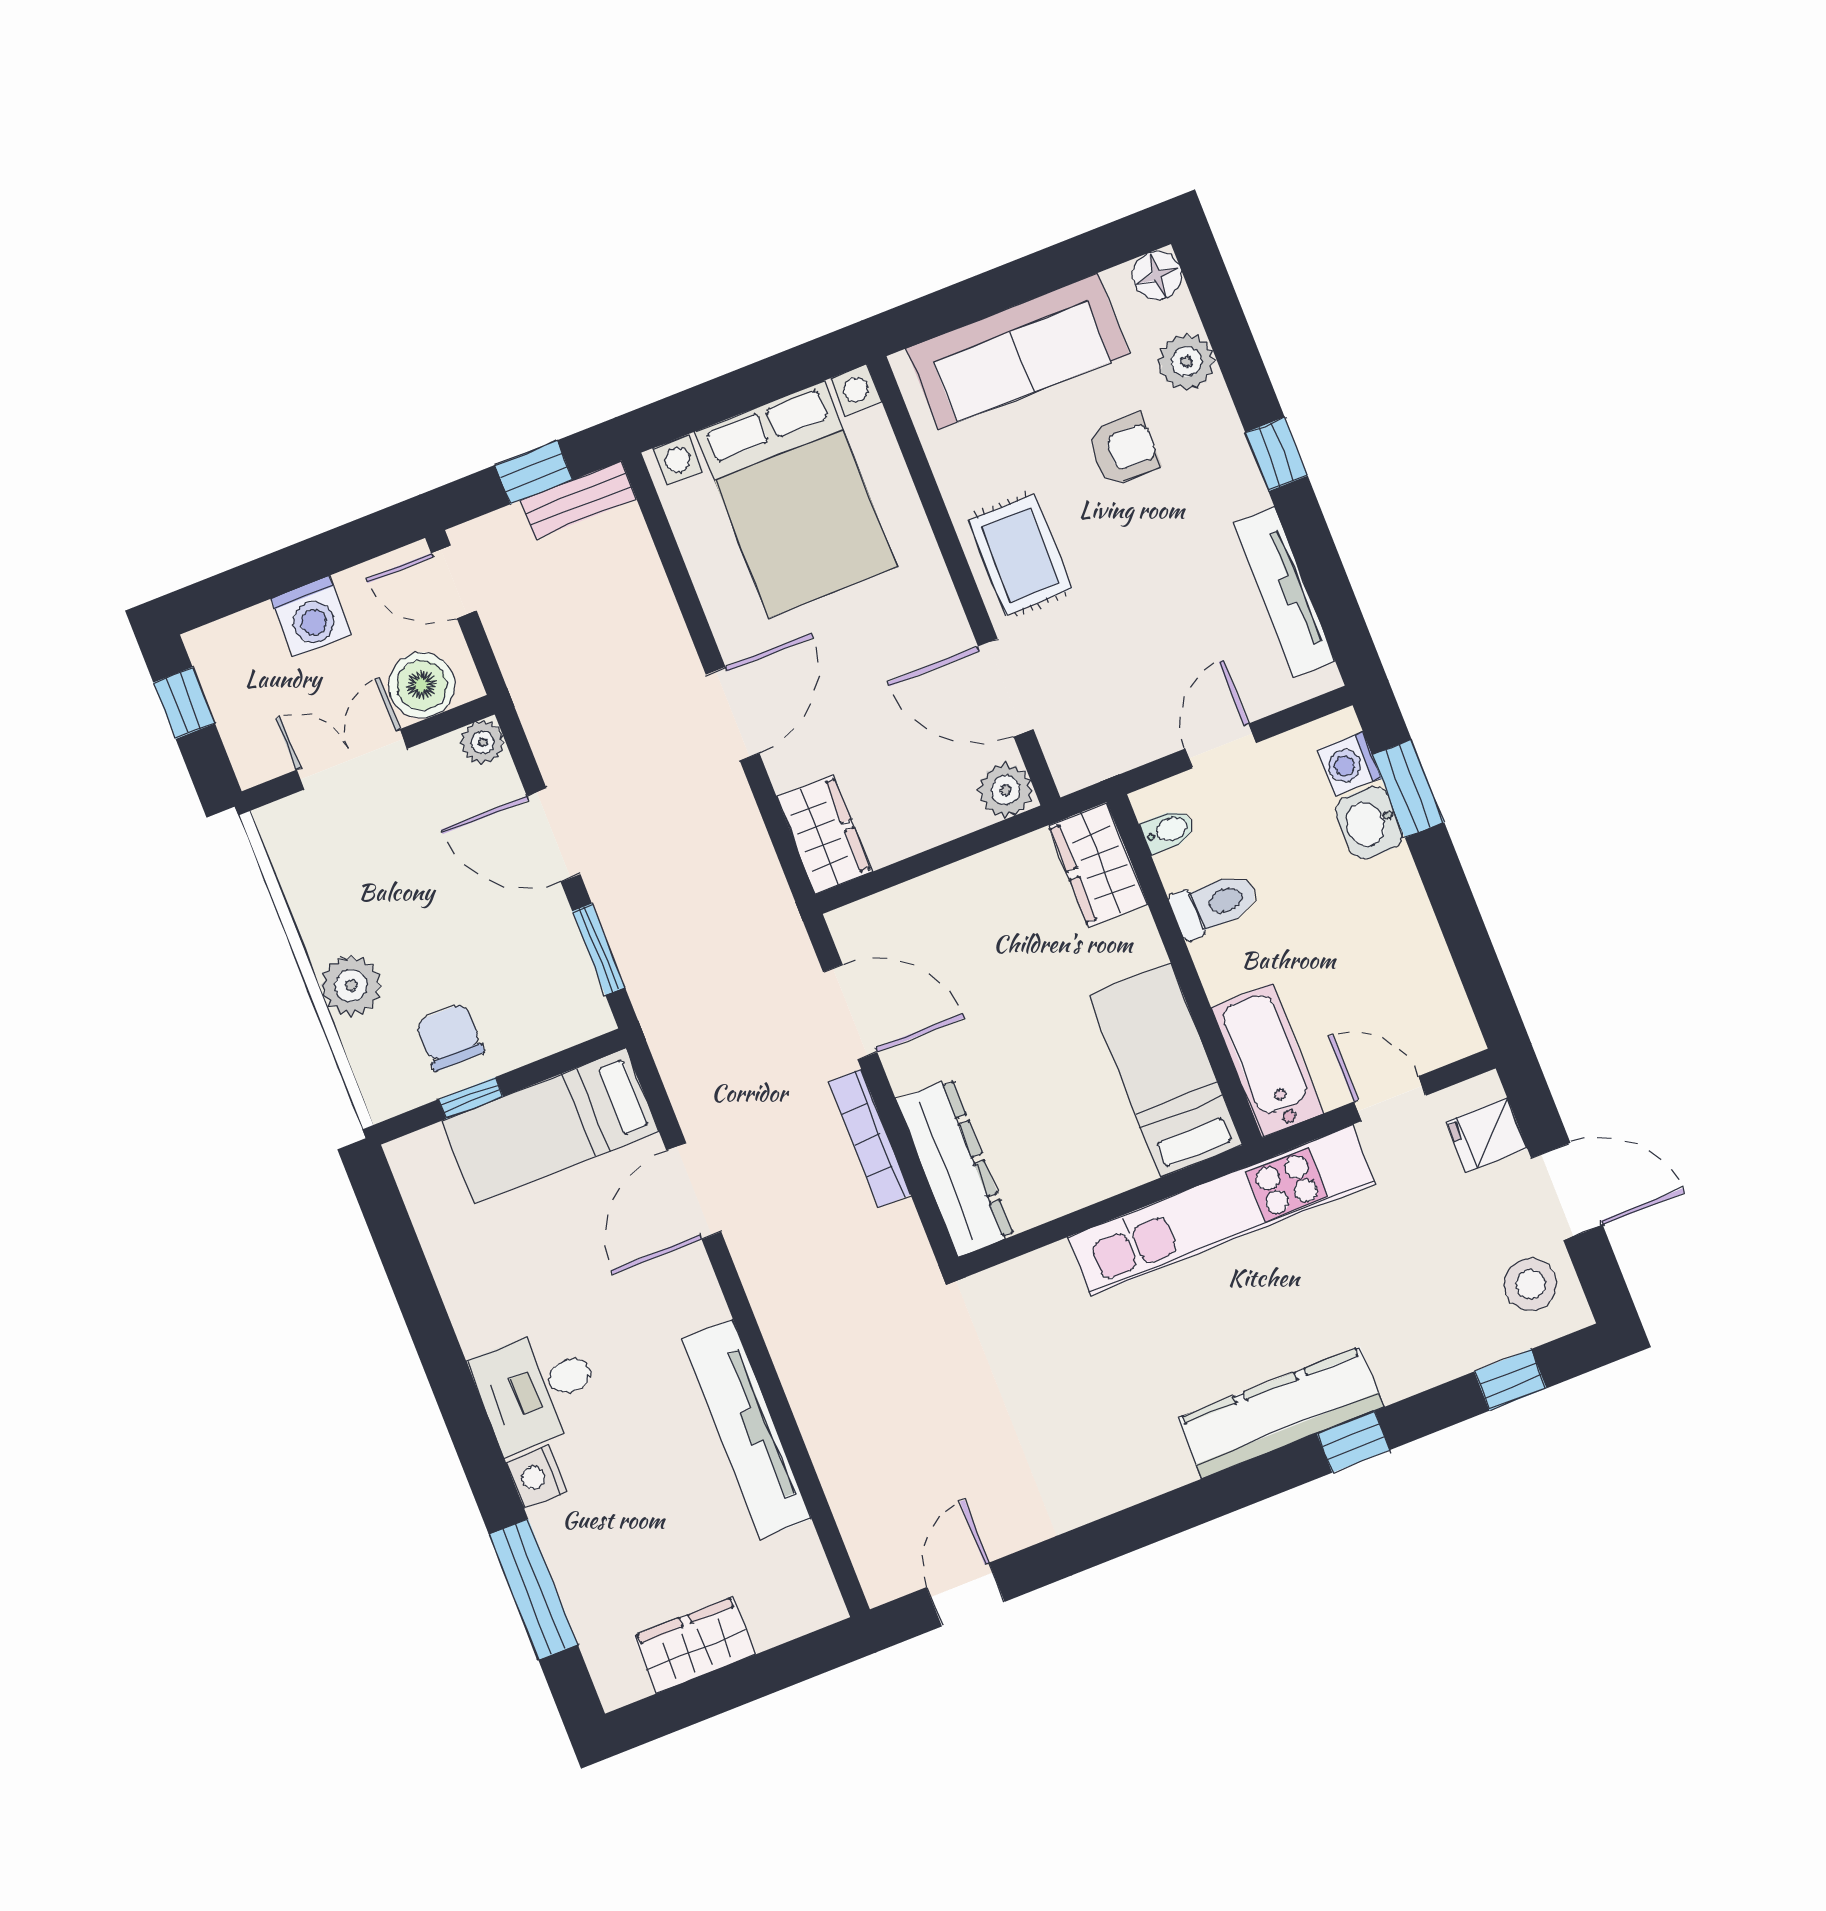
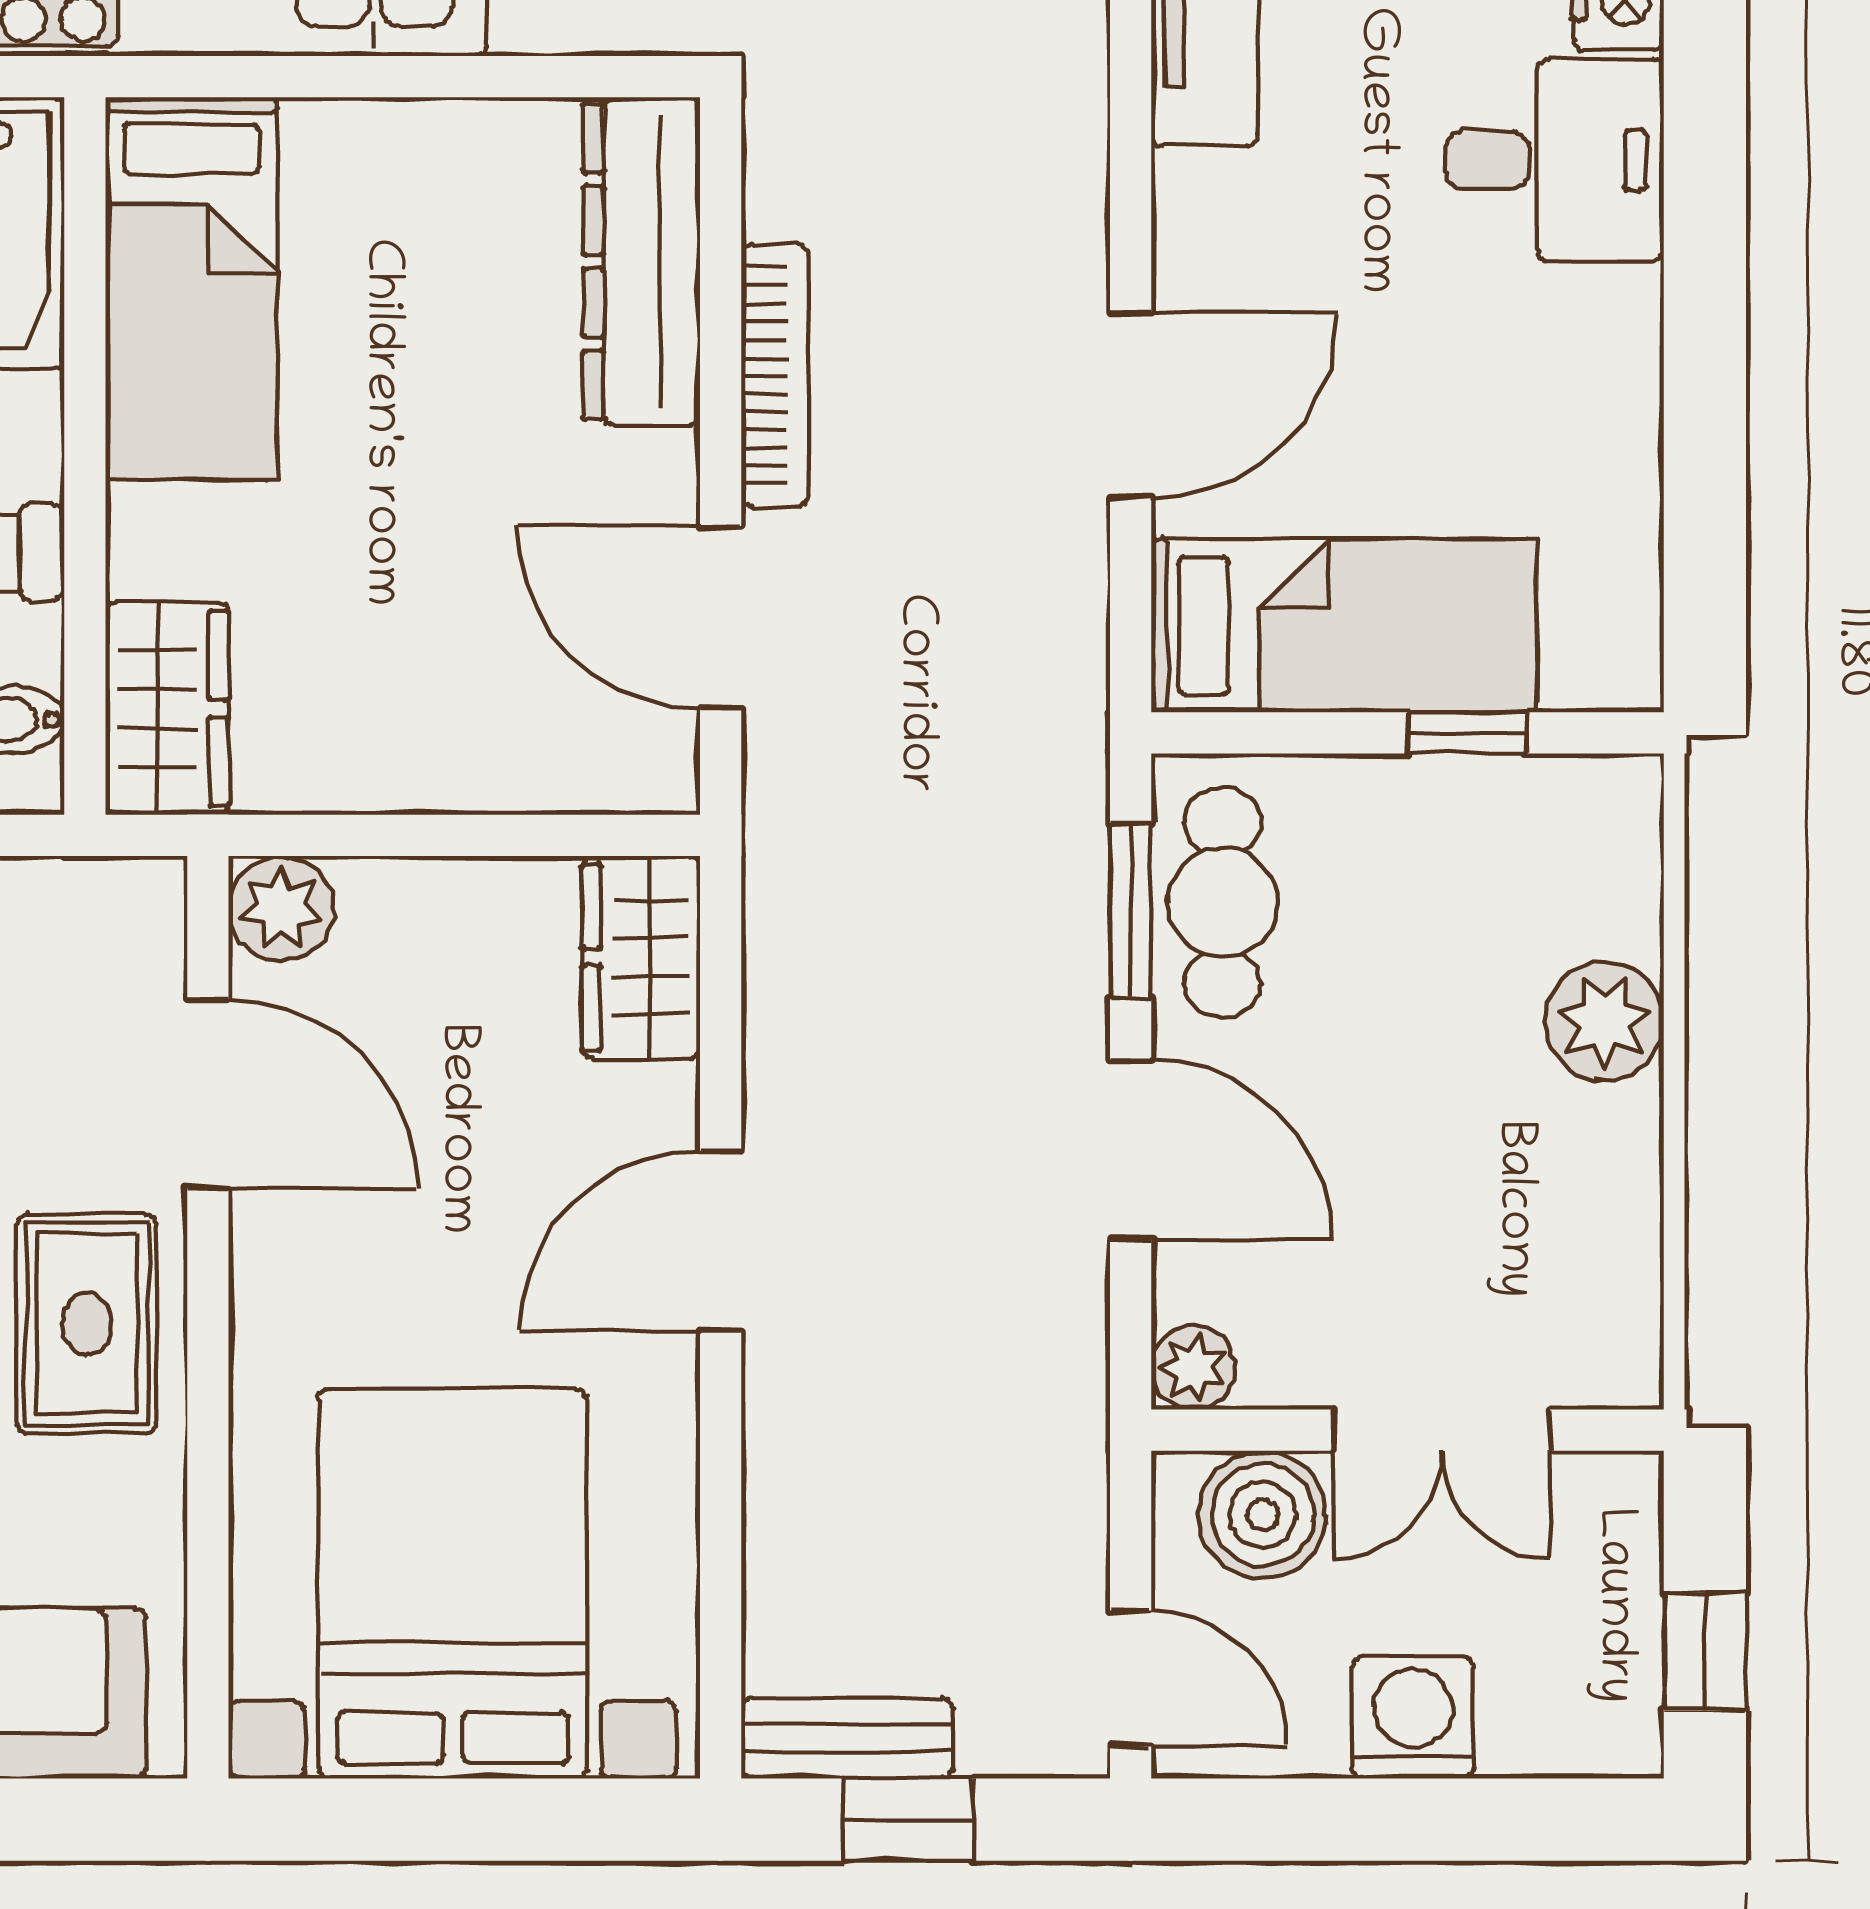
cafe table: (556, 970) -> (1223, 903), added
chair: (450, 1037) -> (1462, 858), removed

